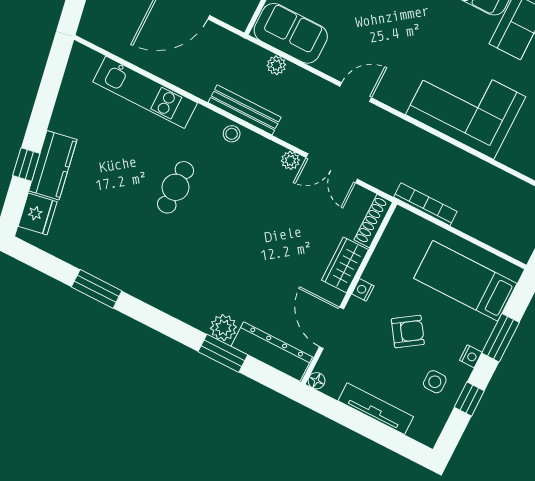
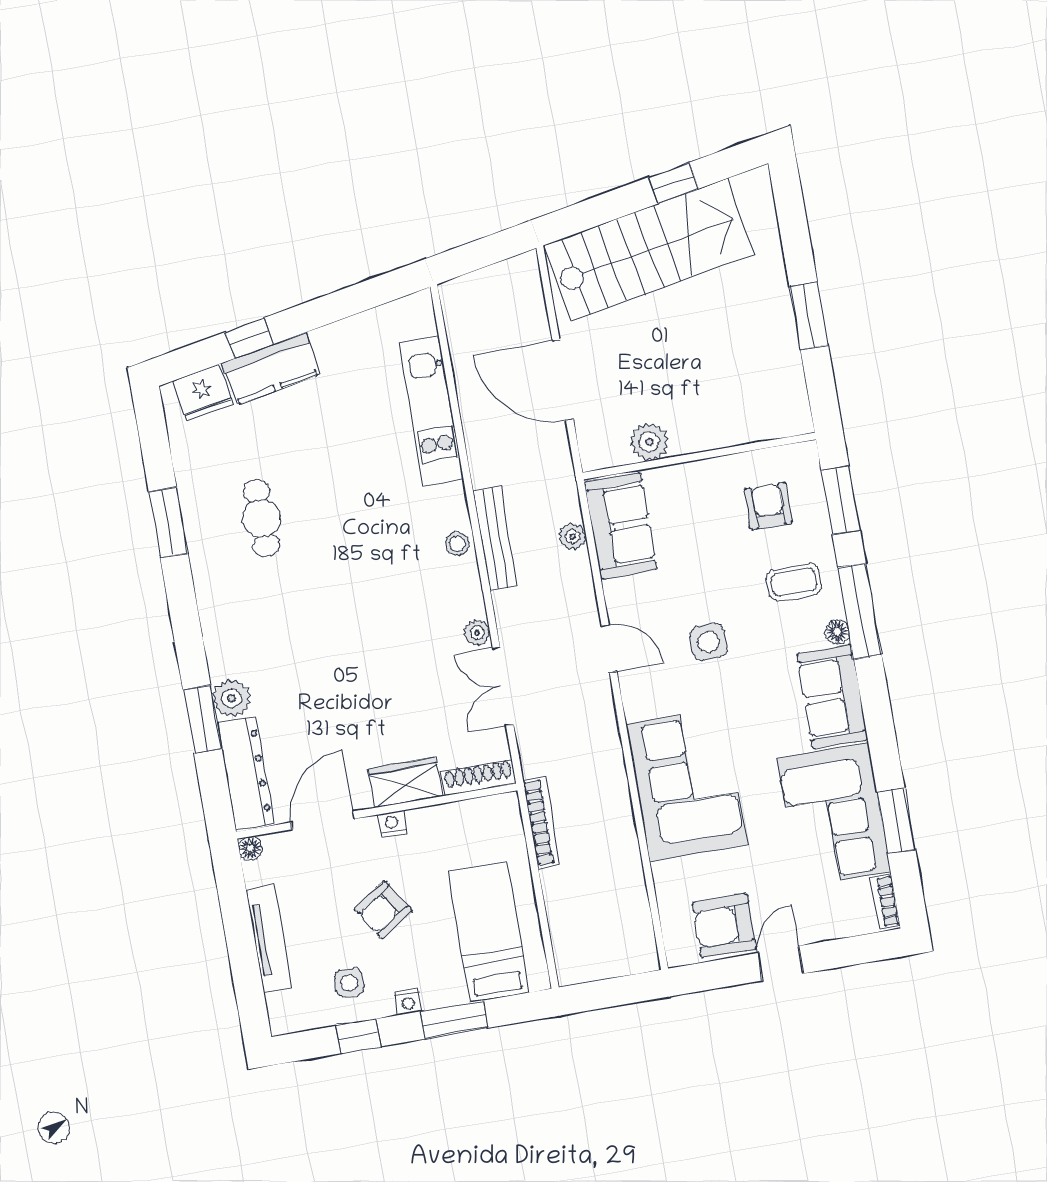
side table: (394, 33) -> (708, 642), added
cafe table: (176, 187) -> (261, 518), moved, turned 90
armchair: (408, 332) -> (383, 910), turned 91

